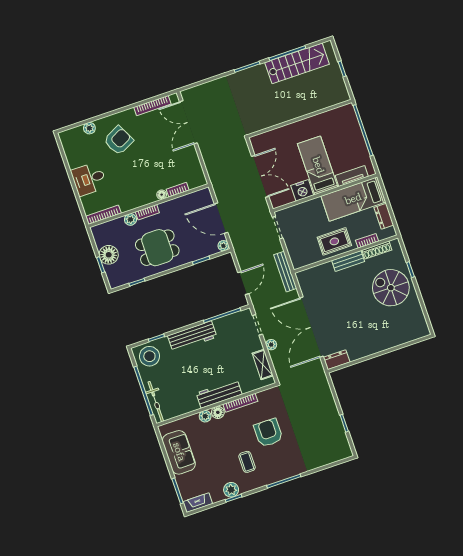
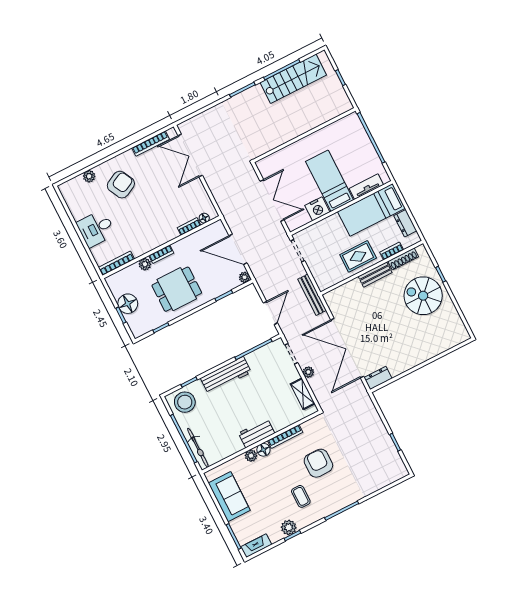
floor lamp: (162, 195) -> (204, 218), moved
workbench: (219, 394) -> (257, 433), width x0.73

